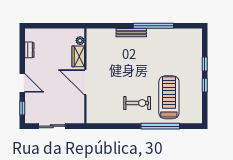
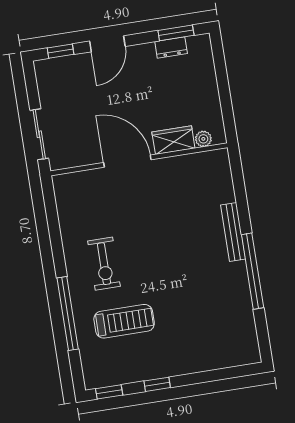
window: (22, 46) -> (176, 33), added
window: (205, 64) -> (109, 392), moved
door: (85, 82) -> (127, 161), hinge flipped
treadmill: (169, 97) -> (124, 321), width x0.73, depth x0.73
sliding door: (52, 126) -> (39, 134), moved

